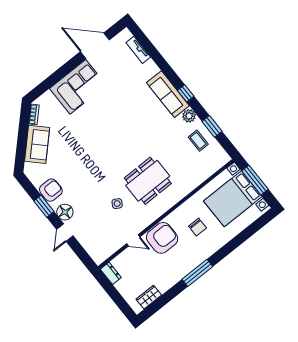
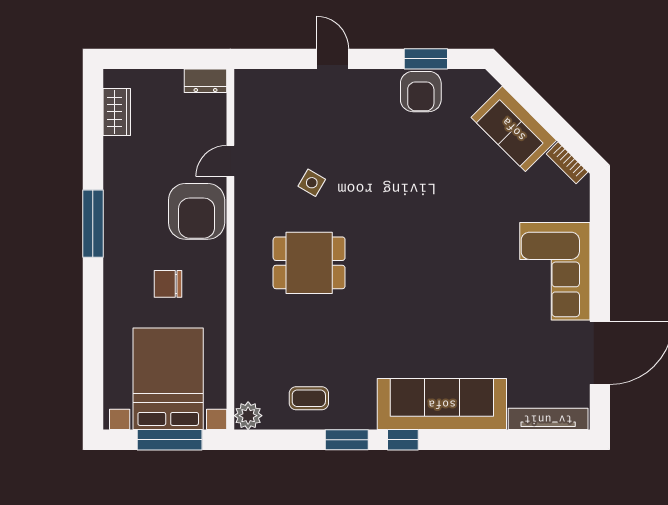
tv unit: (138, 50) -> (548, 419), width x1.41
sofa: (168, 94) -> (442, 404), width x1.36, depth x1.27
plant: (189, 116) -> (248, 416), moved
window: (212, 126) -> (347, 440), moved
dining table: (148, 181) -> (309, 263), width x0.73
window: (44, 206) -> (426, 59), moved
floor lamp: (65, 212) -> (366, 86), removed

